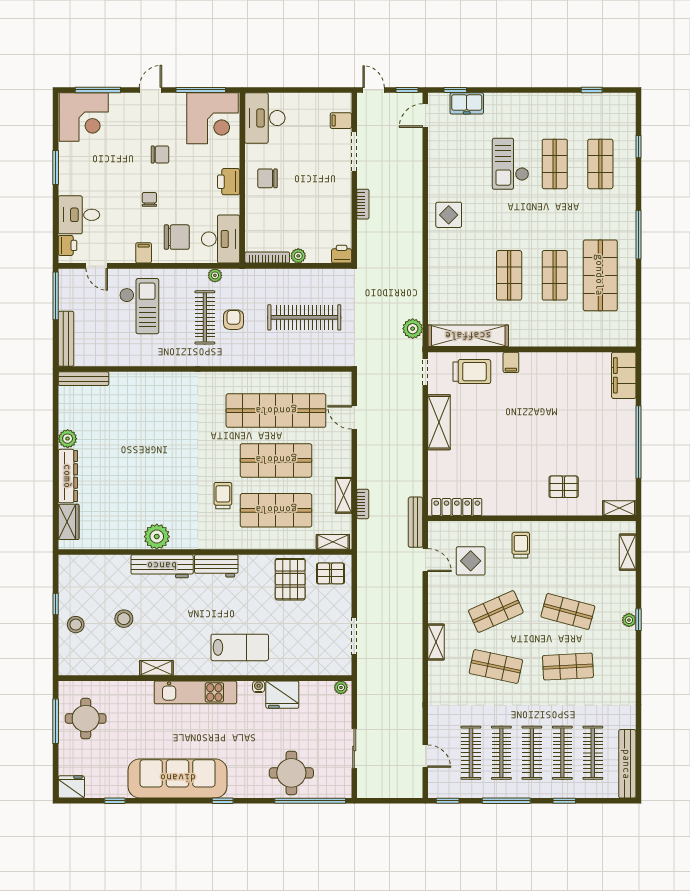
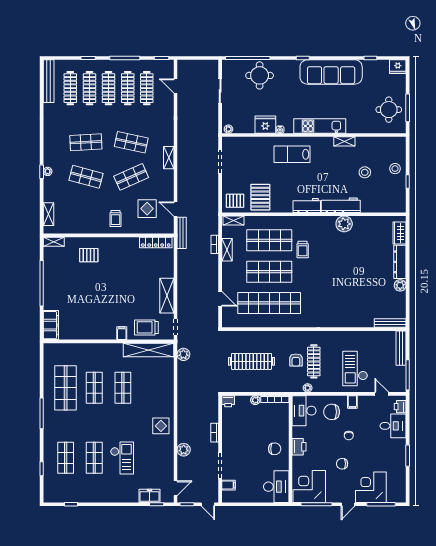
corner desk: (84, 117) -> (371, 487), moved
plant: (412, 177) -> (184, 450), added

